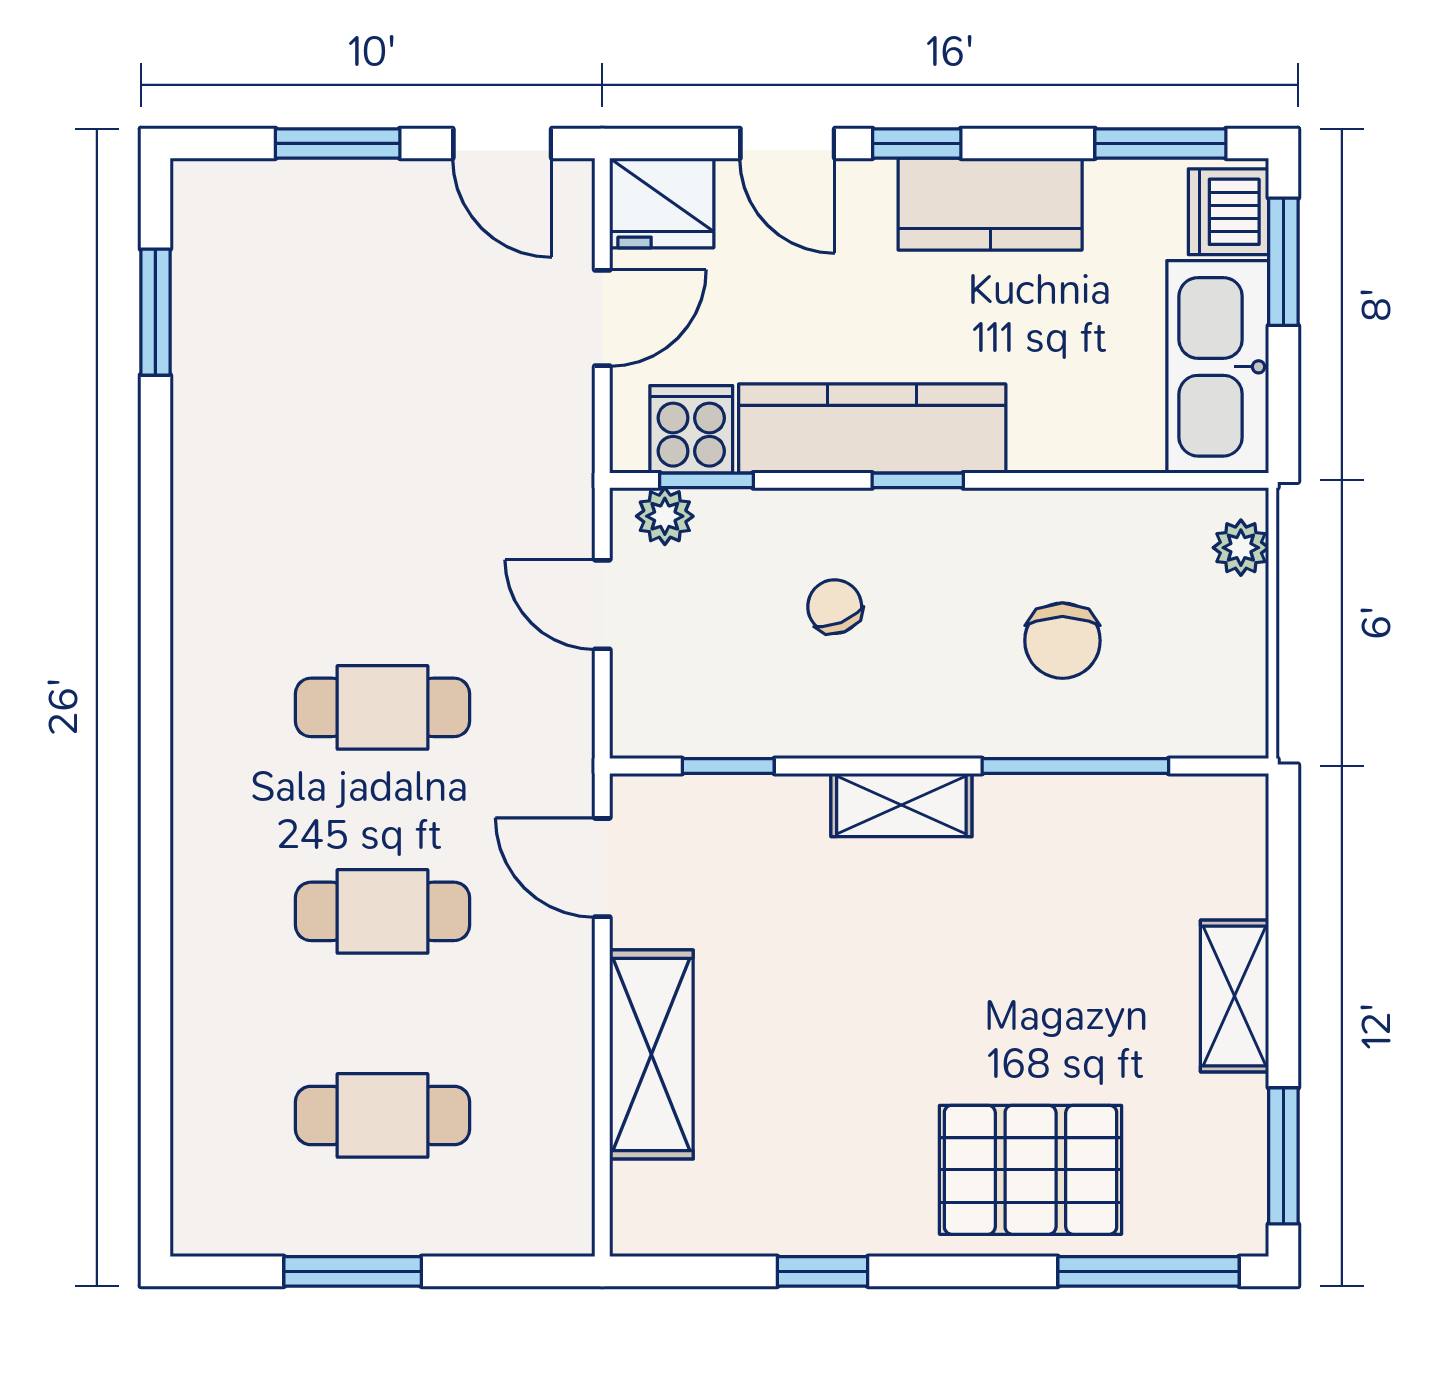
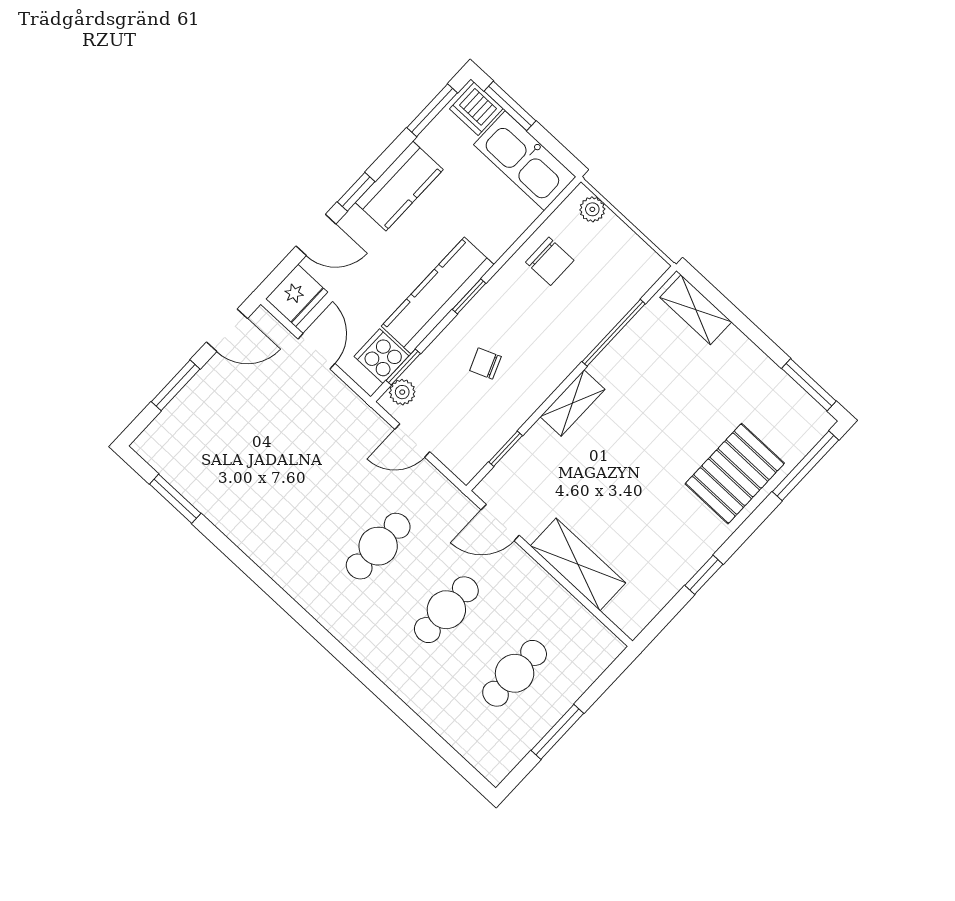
chair: (1062, 641) -> (550, 261), moved
shelving: (1235, 996) -> (696, 310), moved

